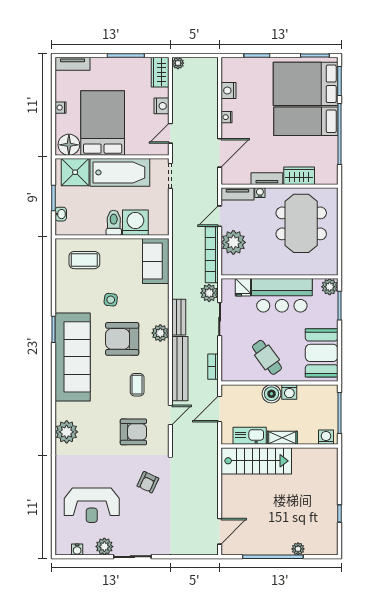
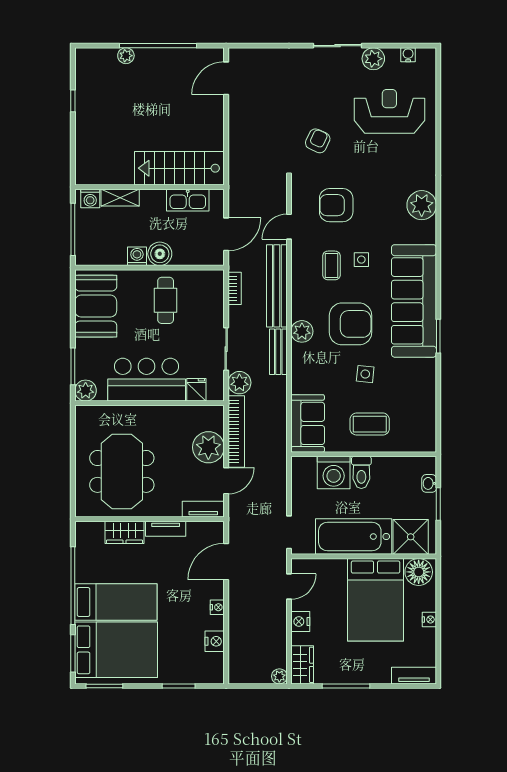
water cooler: (260, 193) -> (175, 511), removed
coffee table: (84, 260) -> (370, 424), moved
cafe table: (267, 357) -> (166, 300), turned 36
side table: (114, 389) -> (361, 260), added
shelving: (282, 438) -> (120, 198), moved

